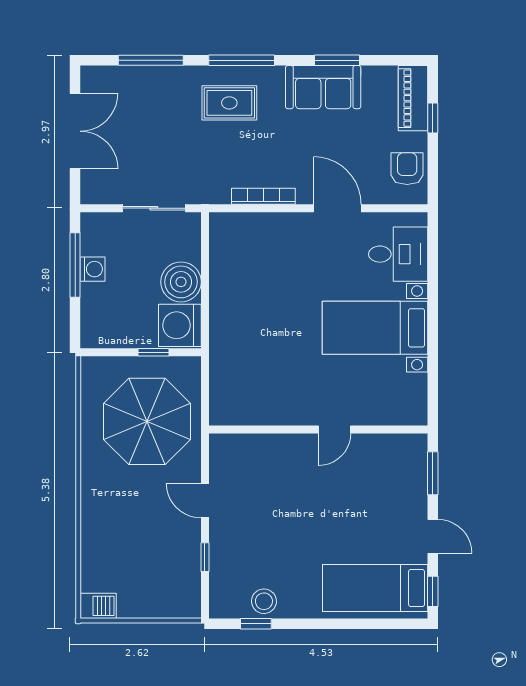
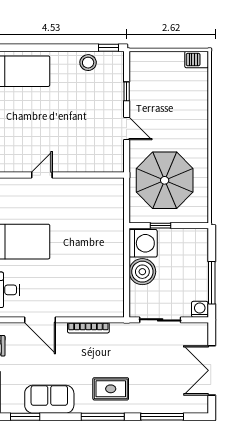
window: (337, 60) -> (25, 417), moved
washing machine: (92, 269) -> (200, 309), moved, turned 90
window: (256, 624) -> (109, 48), moved

